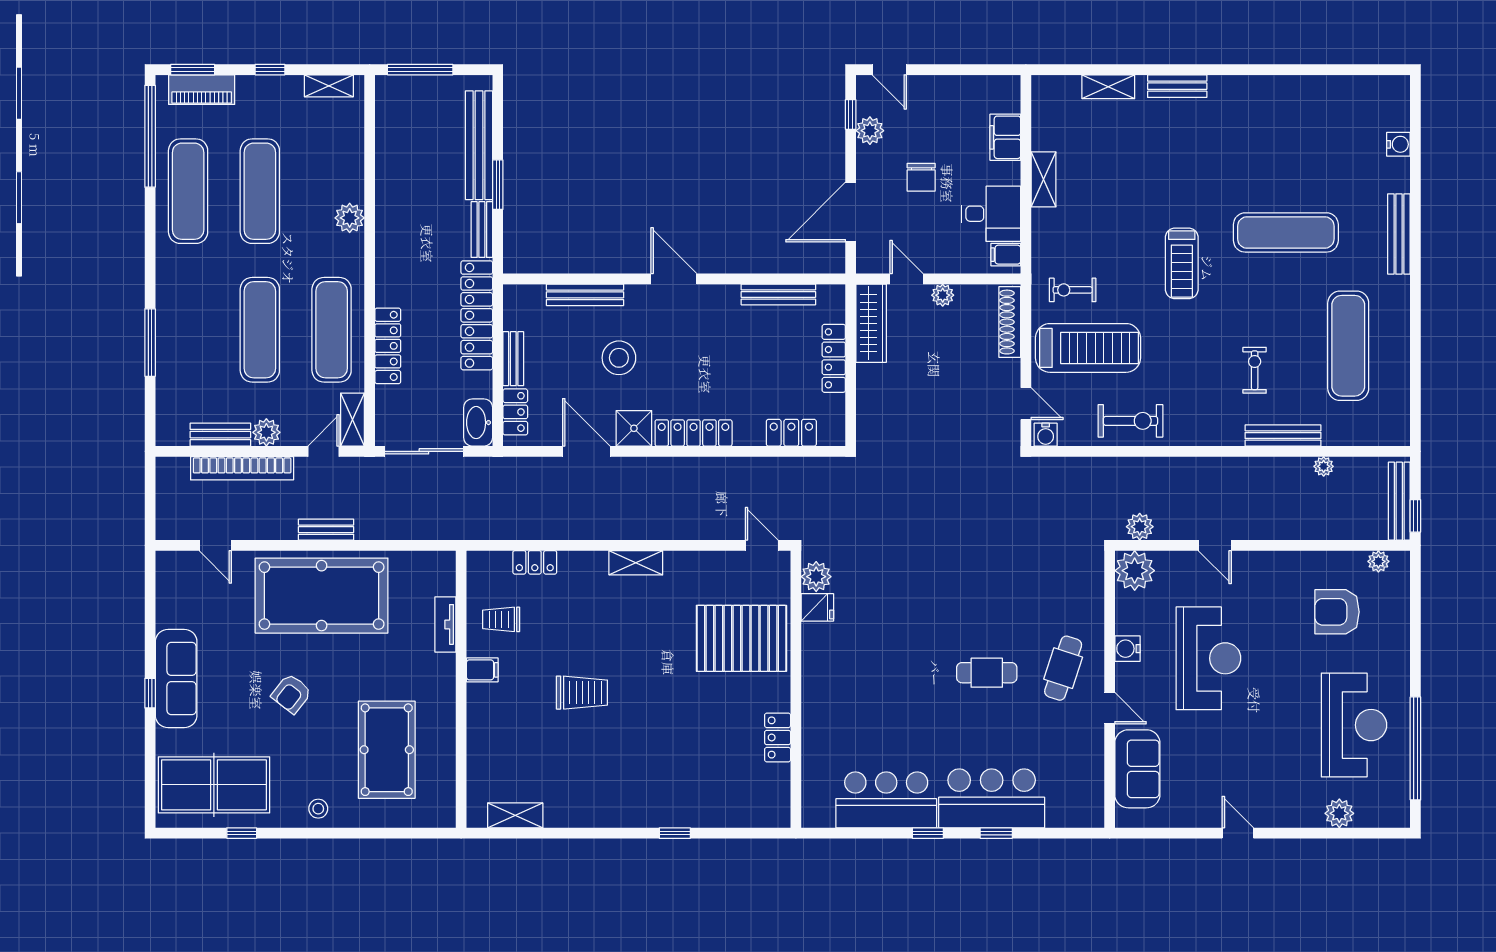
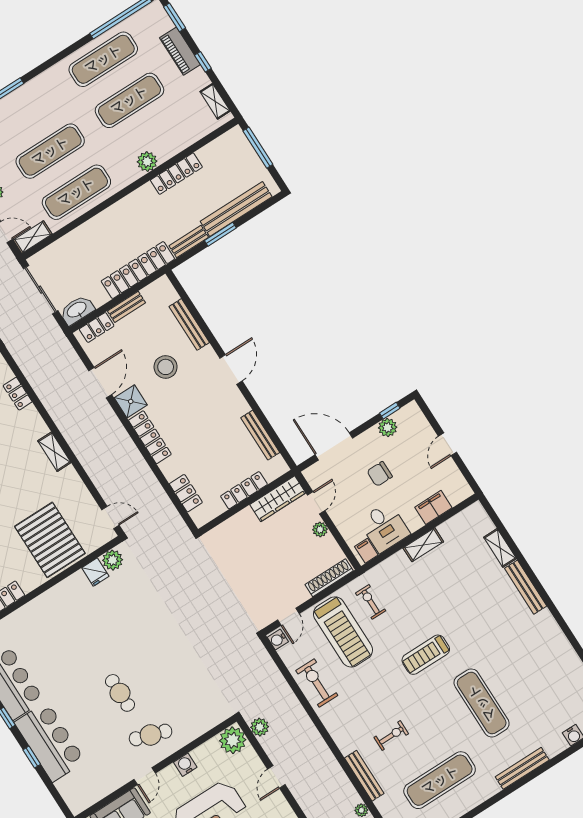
door: (889, 70) -> (448, 444), moved
bench: (1177, 86) -> (526, 587), width x1.36
piano: (202, 90) -> (180, 51), moved
locker: (388, 346) -> (176, 174), moved
exercise bike: (1130, 421) -> (317, 683), turned 180
door: (762, 545) -> (110, 517), hinge flipped

